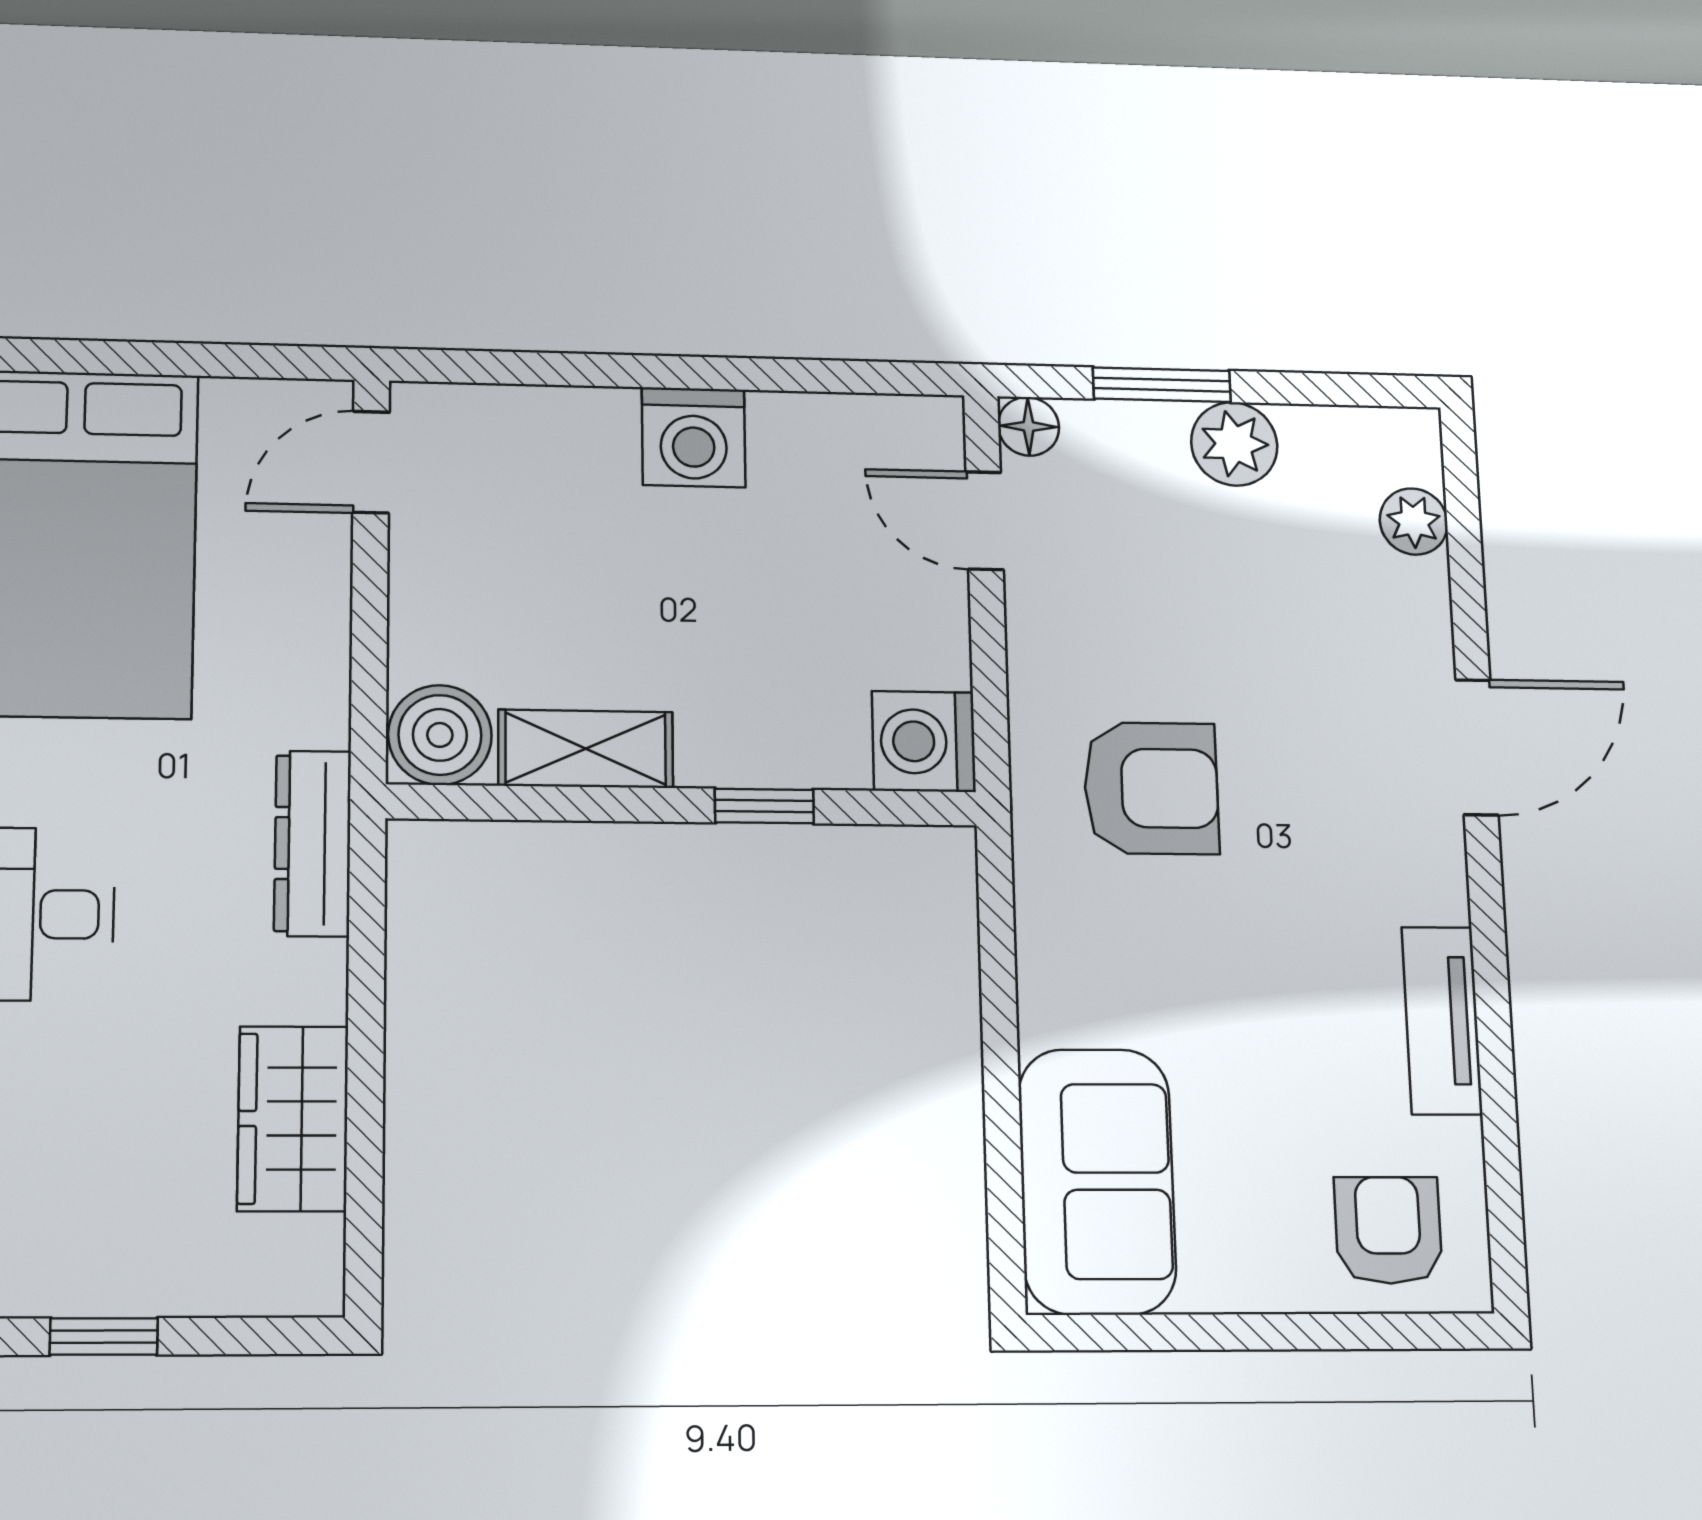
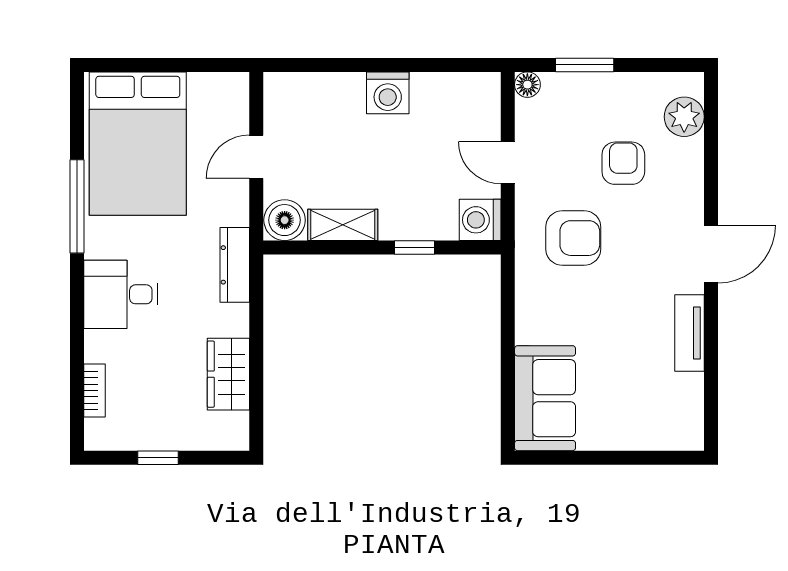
plant: (1234, 444) -> (614, 90), removed
door: (371, 462) -> (256, 157), moved
door: (985, 521) -> (508, 163), moved
plant: (1414, 522) -> (684, 117), width x1.38, depth x1.38
door: (1477, 747) -> (711, 254), moved
armchair: (1388, 1230) -> (623, 163), moved

